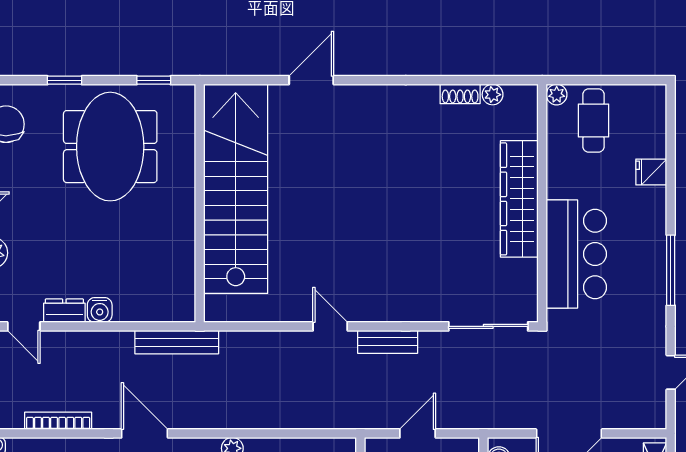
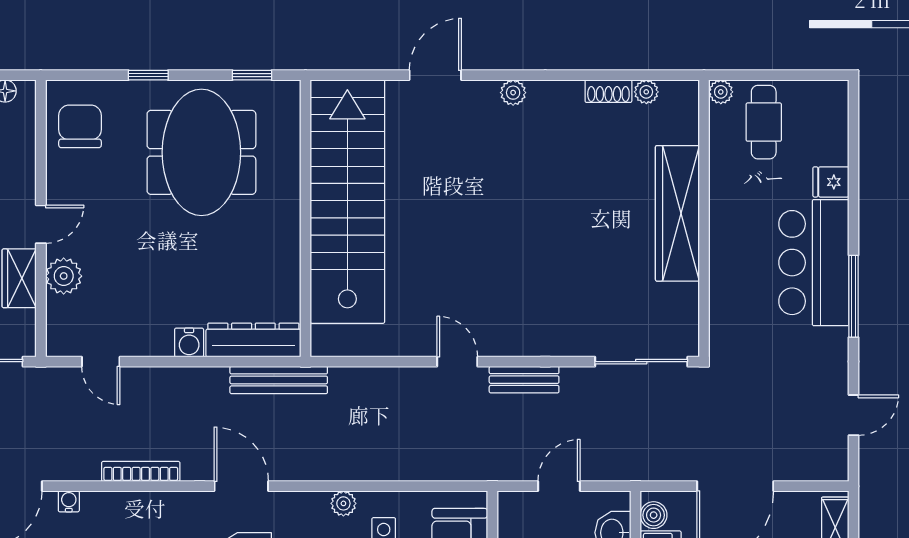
plant: (378, 95) -> (513, 93), added
bar counter: (576, 254) -> (814, 263), moved, turned 180
dresser: (64, 311) -> (253, 340), moved, width x1.96, depth x1.24

